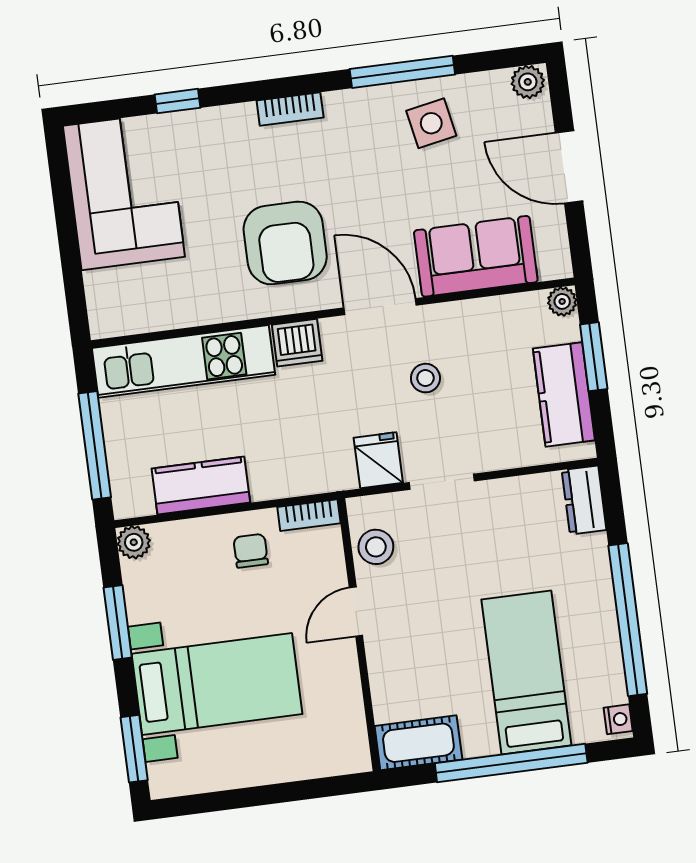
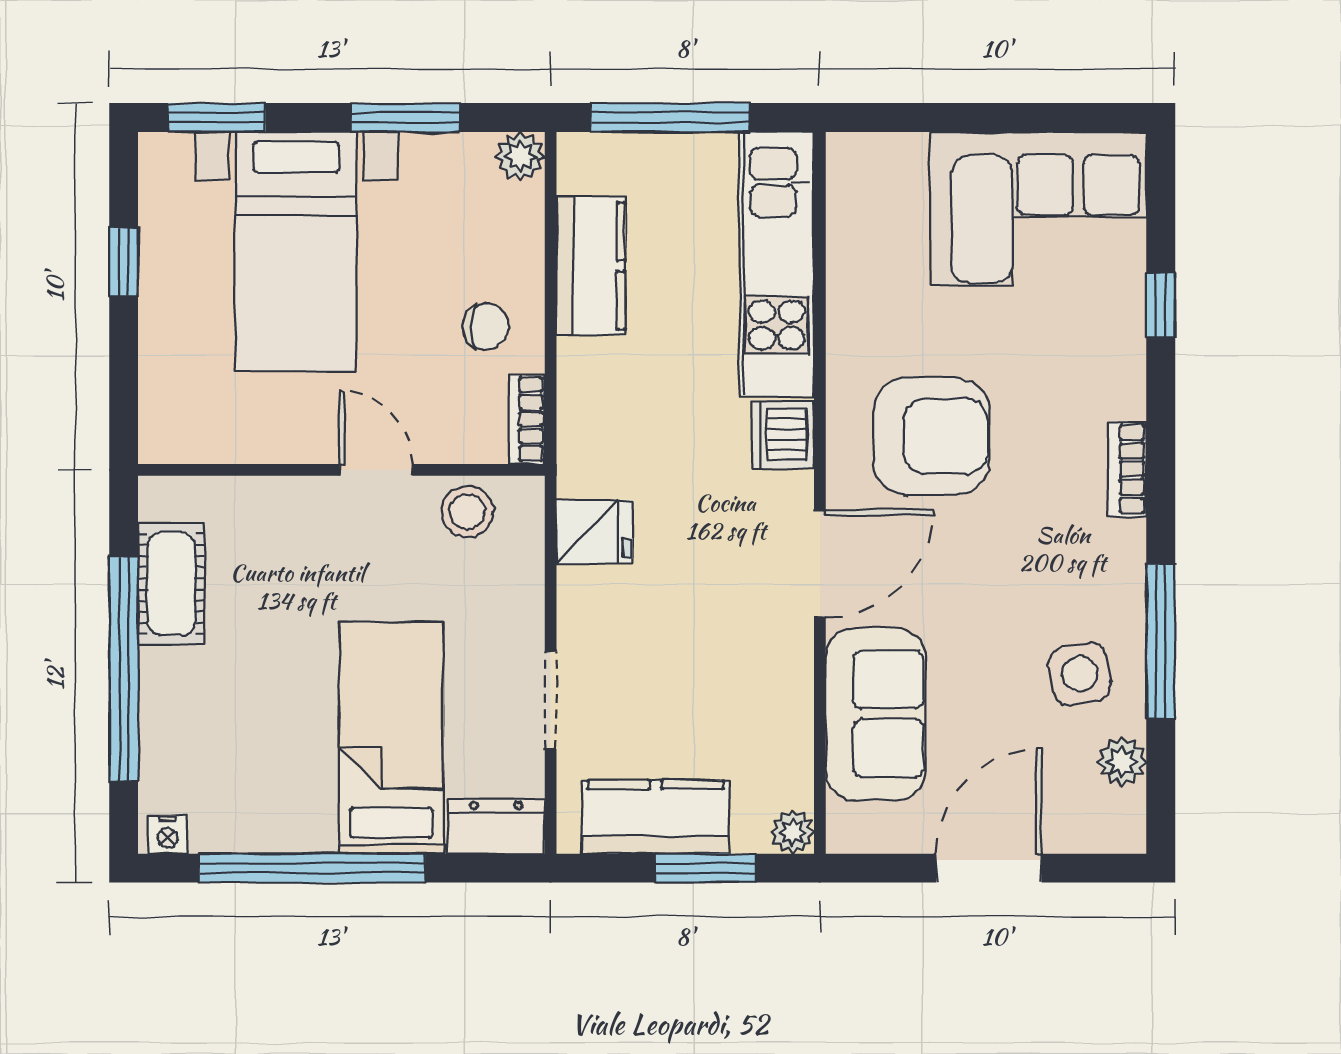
plant: (528, 82) -> (1122, 762), moved
armchair: (285, 243) -> (931, 436), turned 180
stool: (425, 378) -> (706, 617), removed
doorway: (442, 482) -> (551, 700), moved
bed: (526, 672) -> (391, 738), moved, turned -90
cot: (418, 743) -> (171, 584), moved
window: (239, 798) -> (124, 262), added

